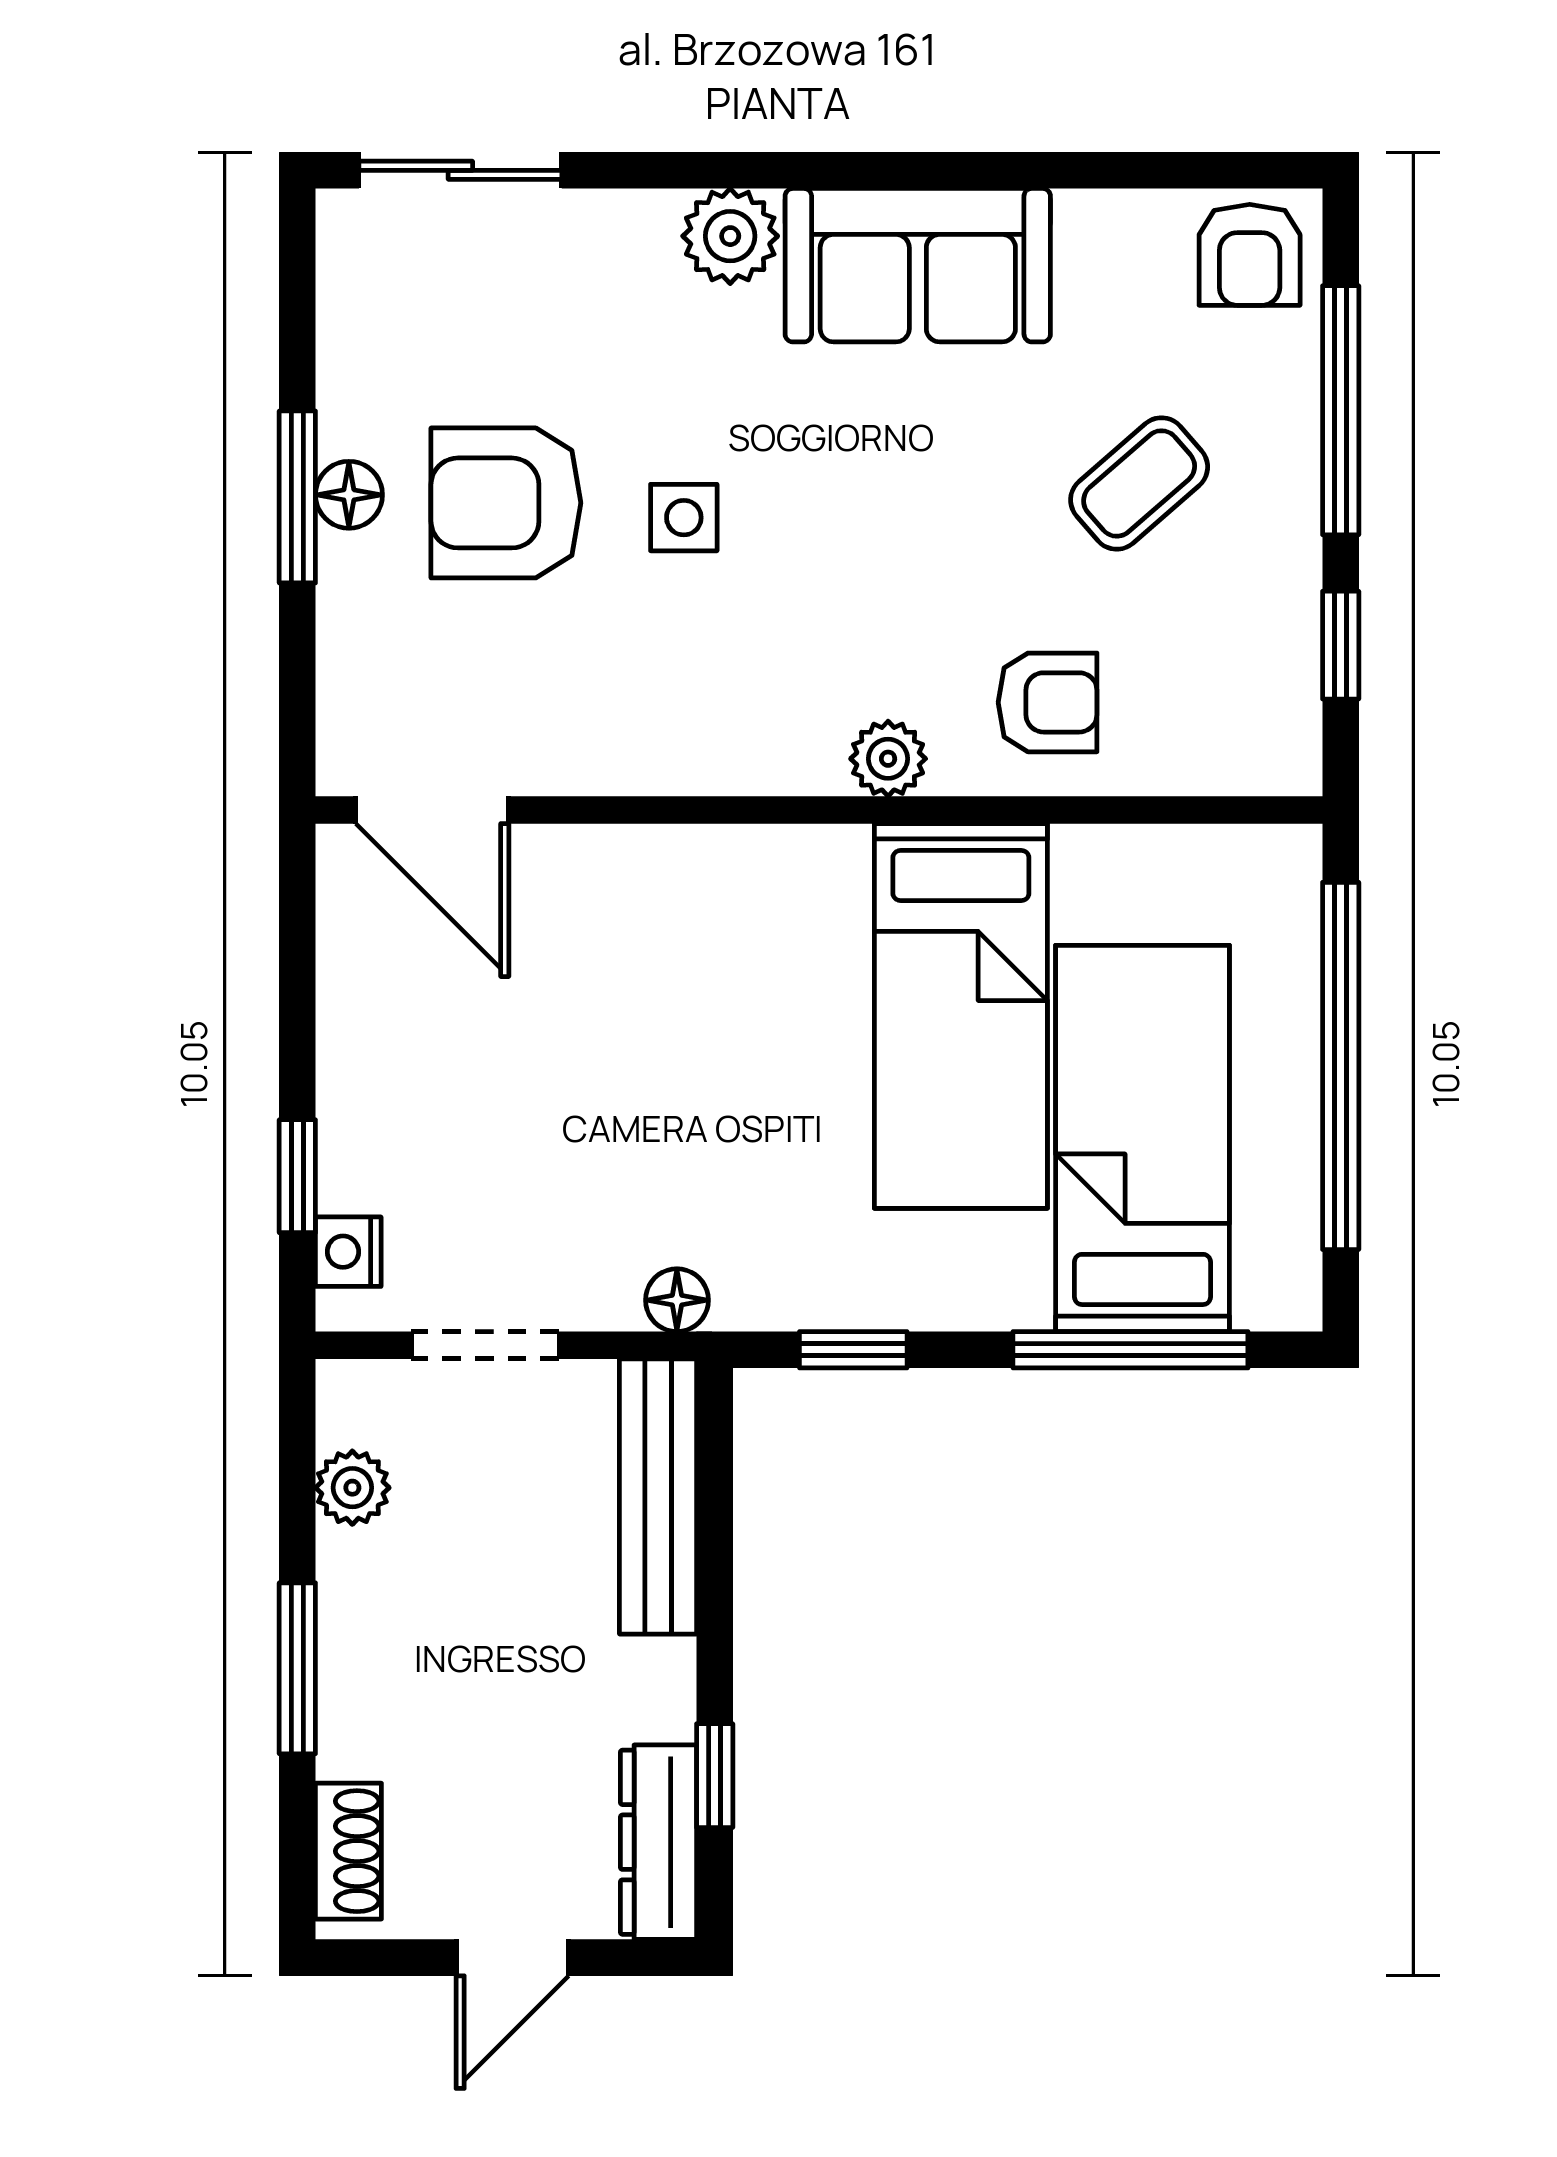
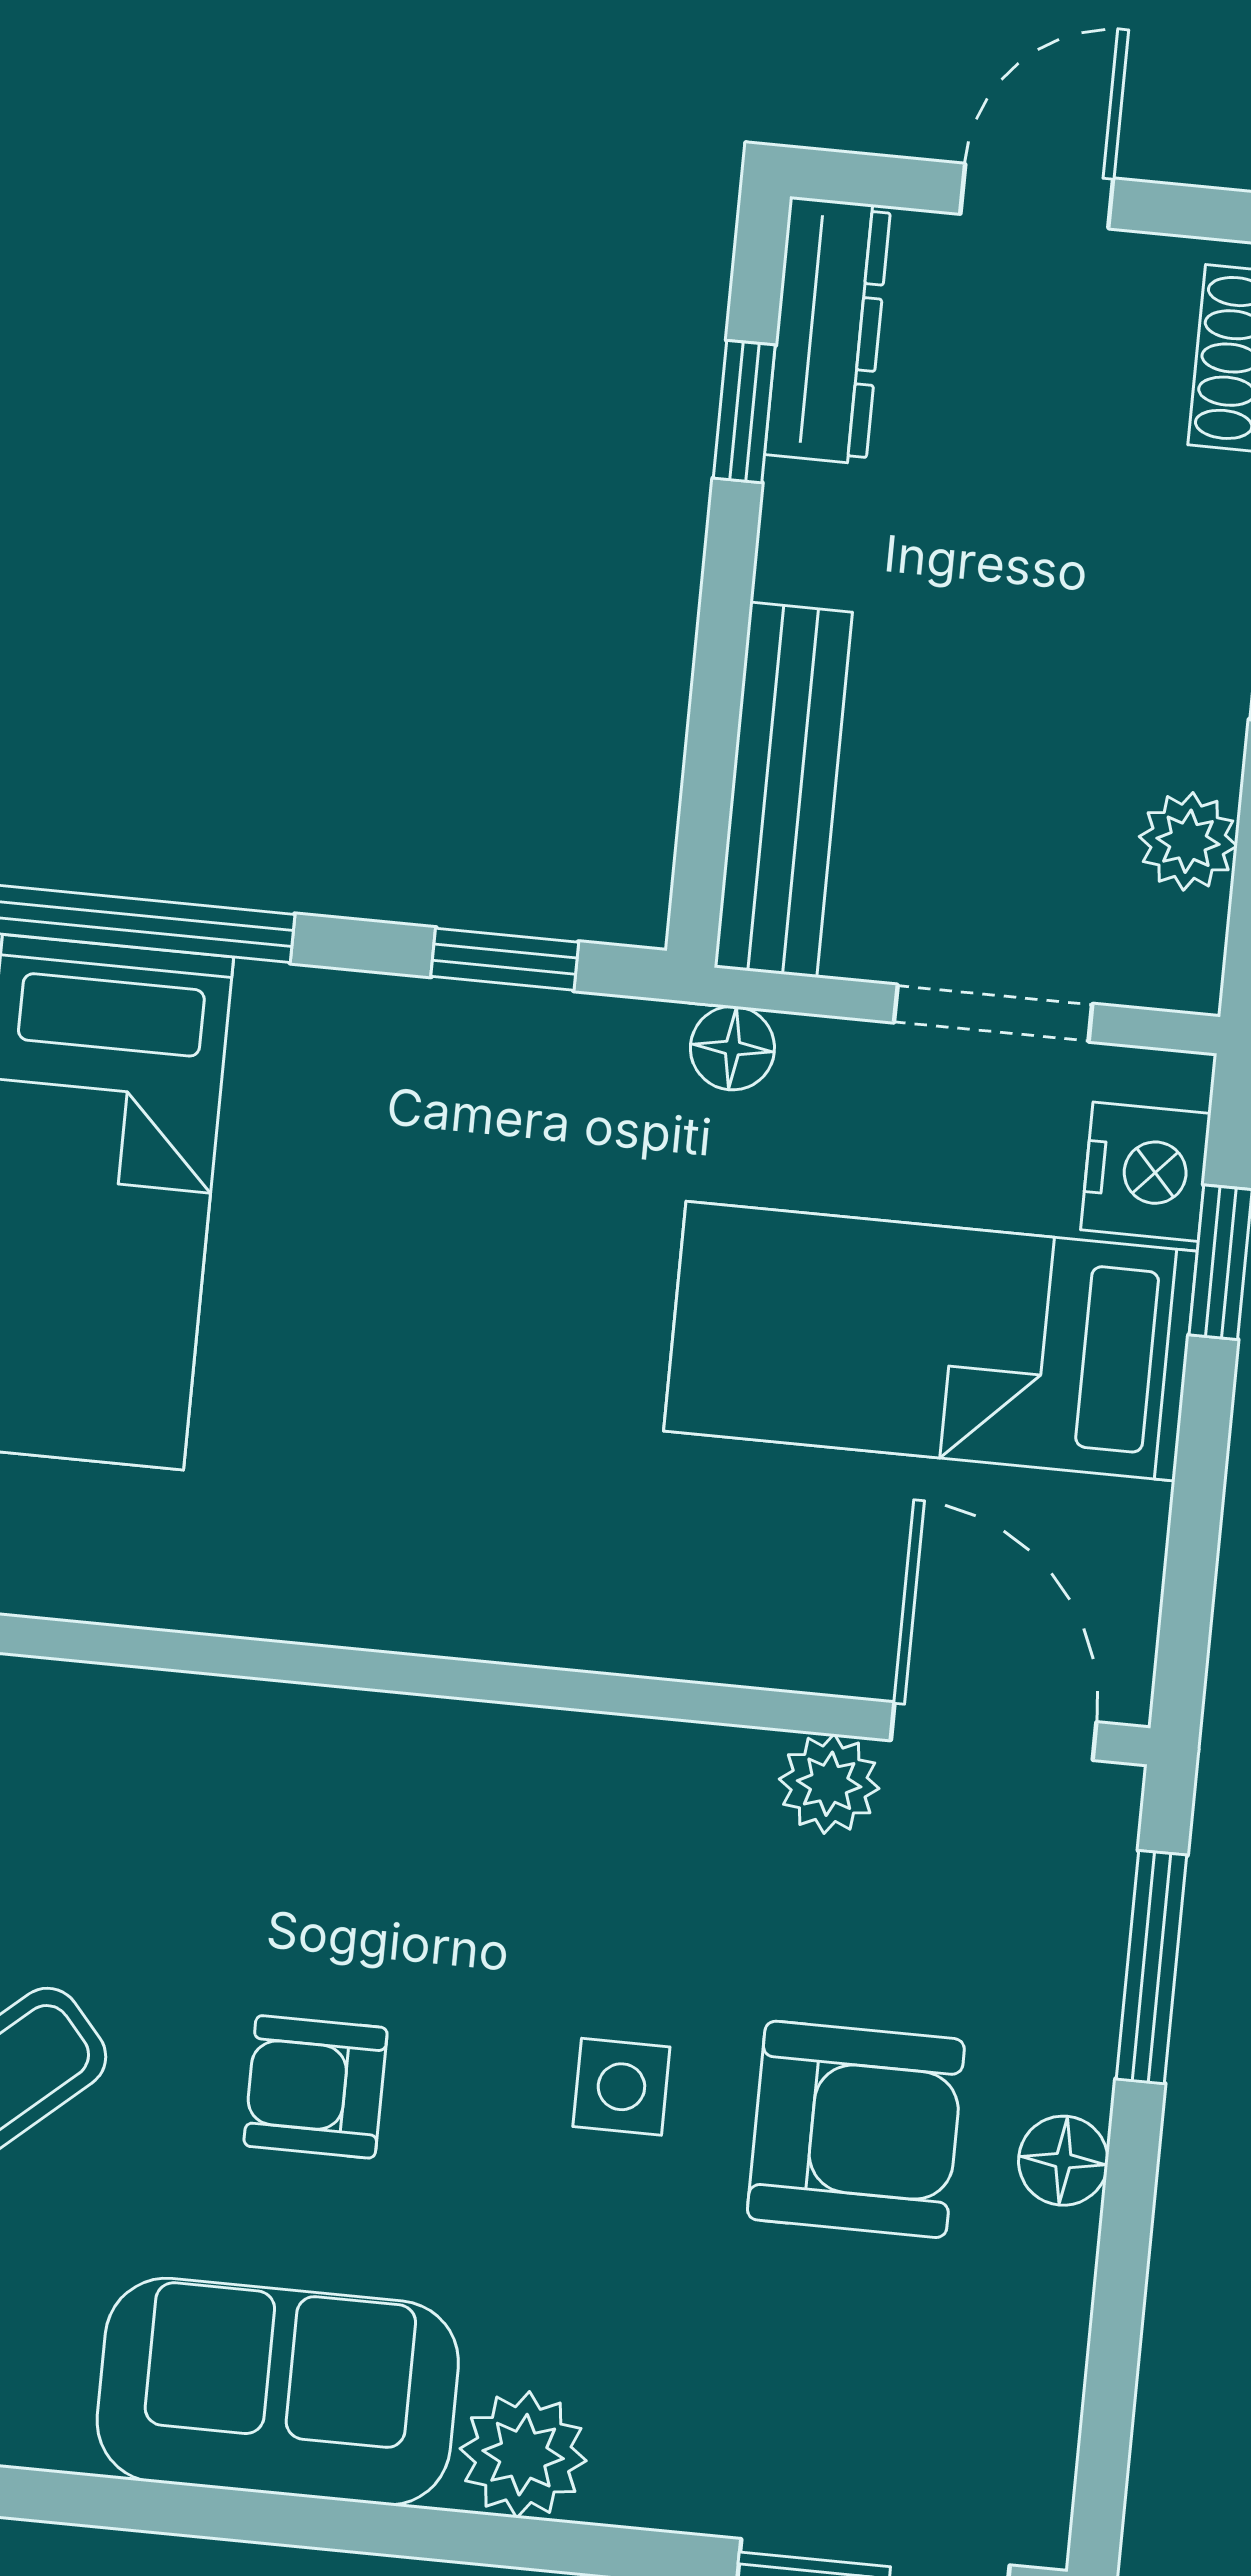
window: (297, 497) -> (1152, 1967), moved
armchair: (1048, 702) -> (316, 2087), moved
plant: (888, 759) -> (829, 1784), moved
bed: (961, 1016) -> (931, 1341), moved, turned -90
nightstand: (348, 1252) -> (1146, 1172), width x1.39, depth x1.35

